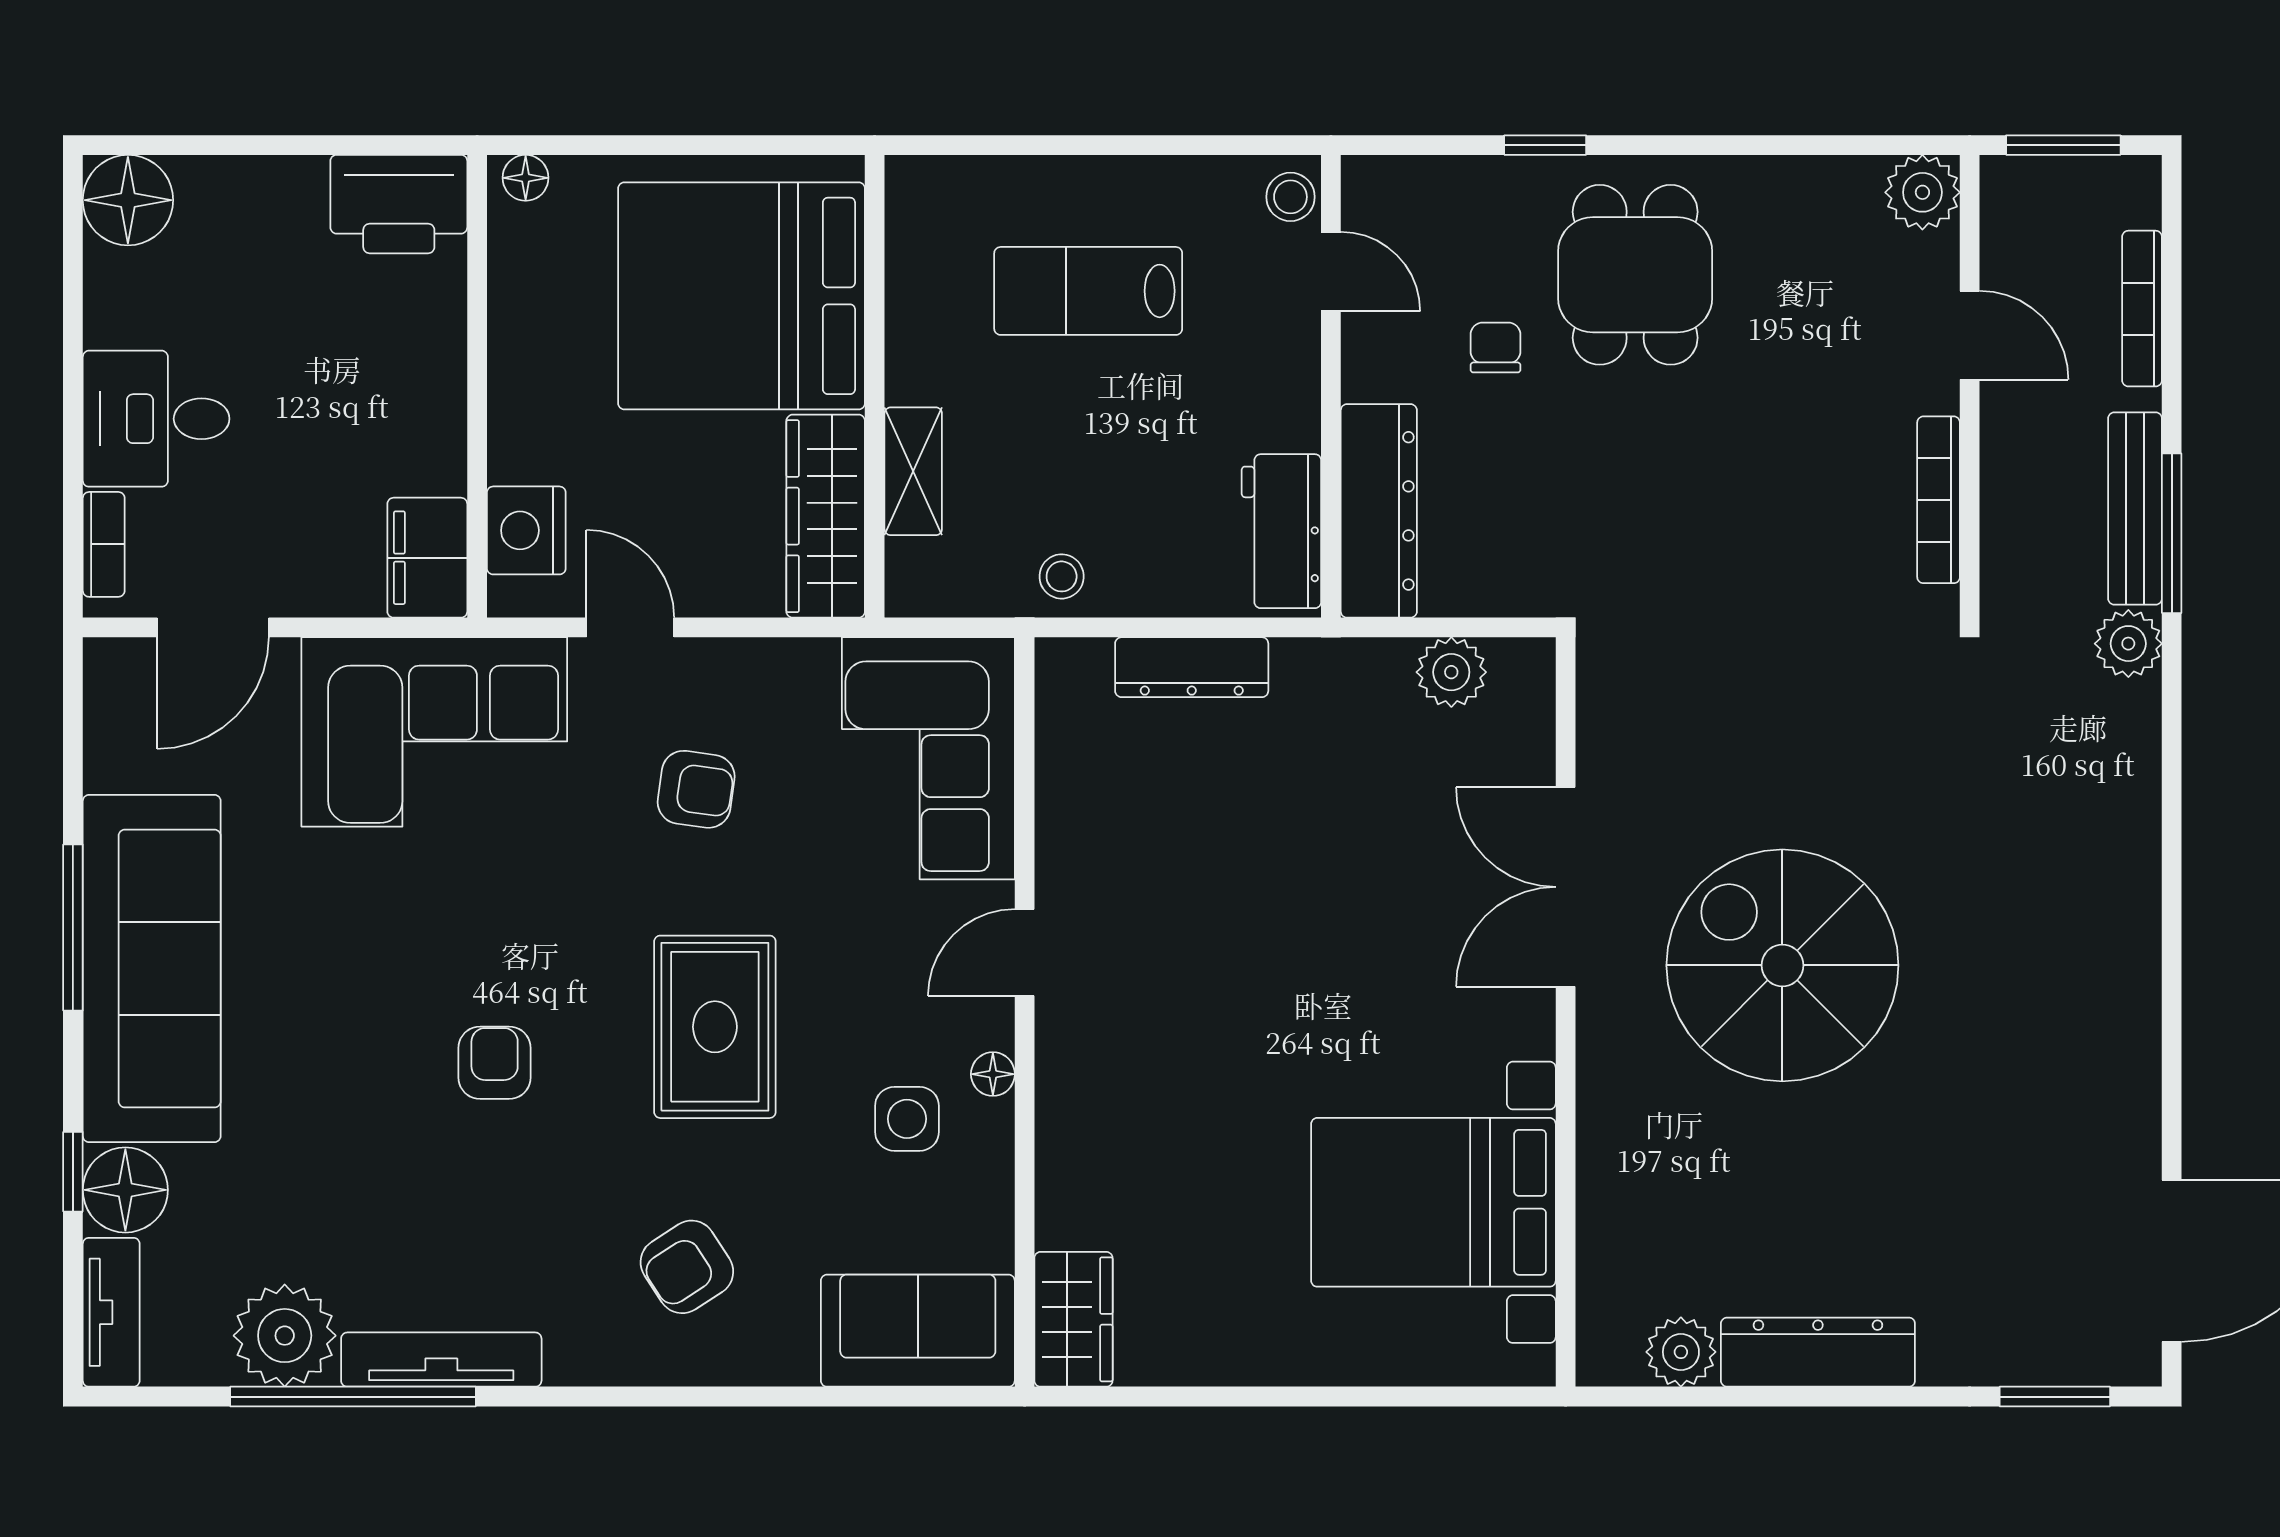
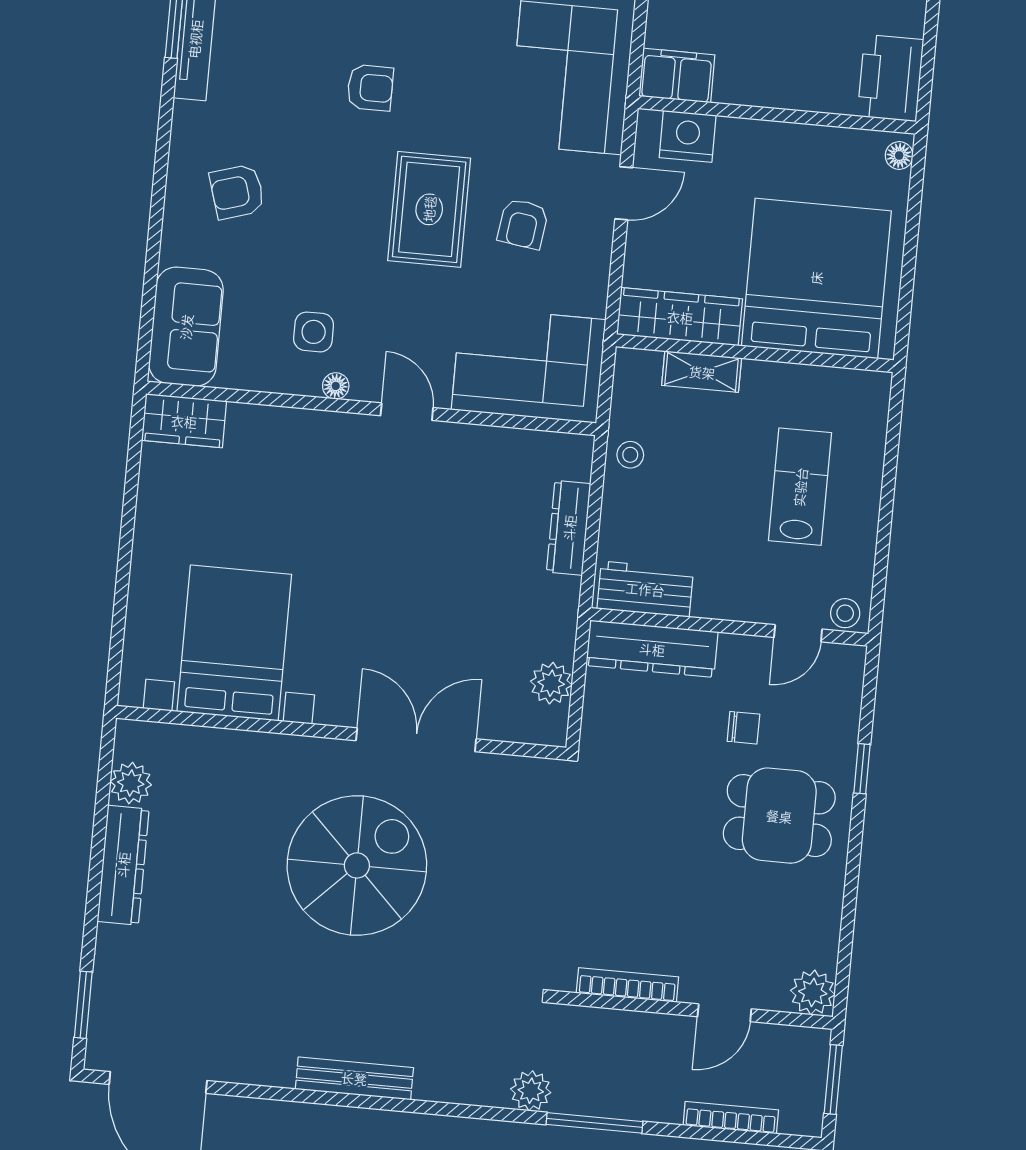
bench: (2135, 508) -> (354, 1078), moved
rug: (715, 1027) -> (429, 209), moved, turned 90
armchair: (687, 1267) -> (237, 192), turned -74

